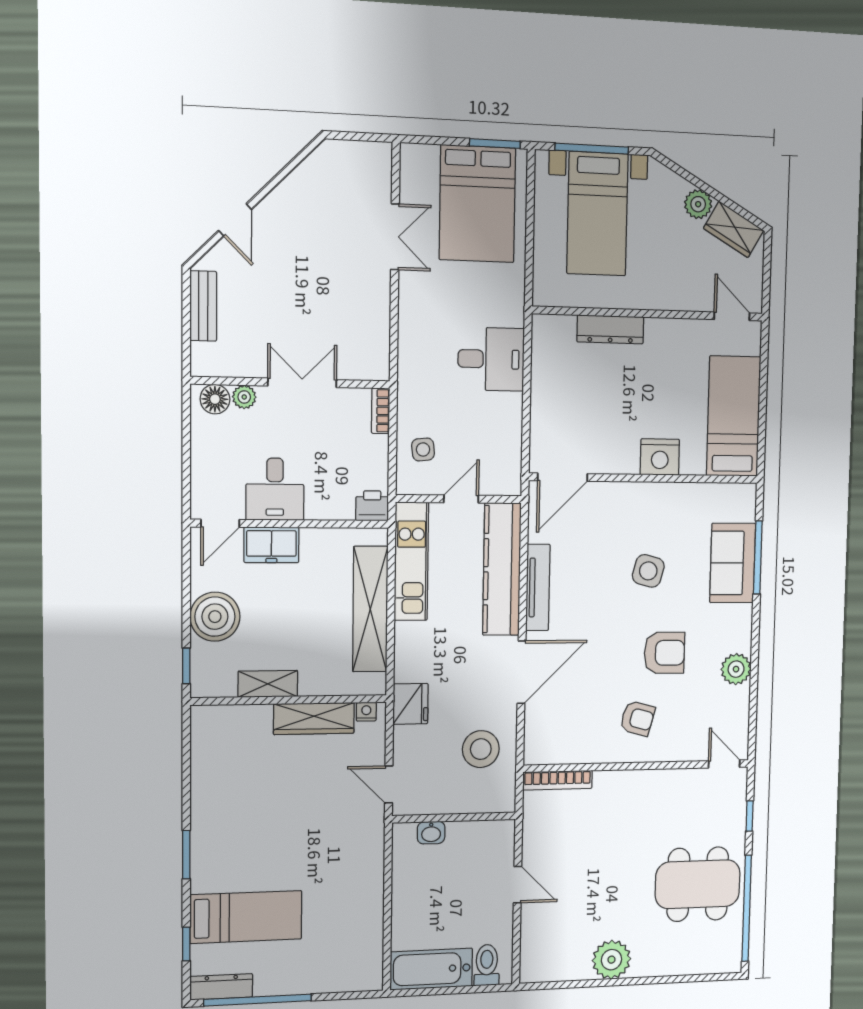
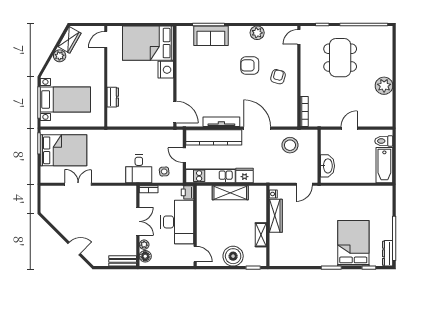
bench: (203, 306) -> (123, 261), moved
dresser: (610, 329) -> (113, 97), width x0.70
desk: (491, 359) -> (139, 169), moved, turned 180
double door: (302, 383) -> (138, 221), swing flipped
bed: (734, 416) -> (148, 43), width x1.50
desk: (275, 489) -> (177, 222), width x1.87, depth x1.30
freezer: (271, 545) -> (204, 233), removed
side table: (648, 571) -> (214, 74), removed
shelving: (370, 609) -> (230, 193), width x0.68
armchair: (664, 653) -> (250, 65), turned -90
fridge: (411, 704) -> (245, 175), moved
washbasin: (431, 833) -> (327, 166), width x1.91, depth x1.45
dining table: (698, 884) -> (340, 58), moved
bed: (246, 917) -> (353, 243), width x1.50

